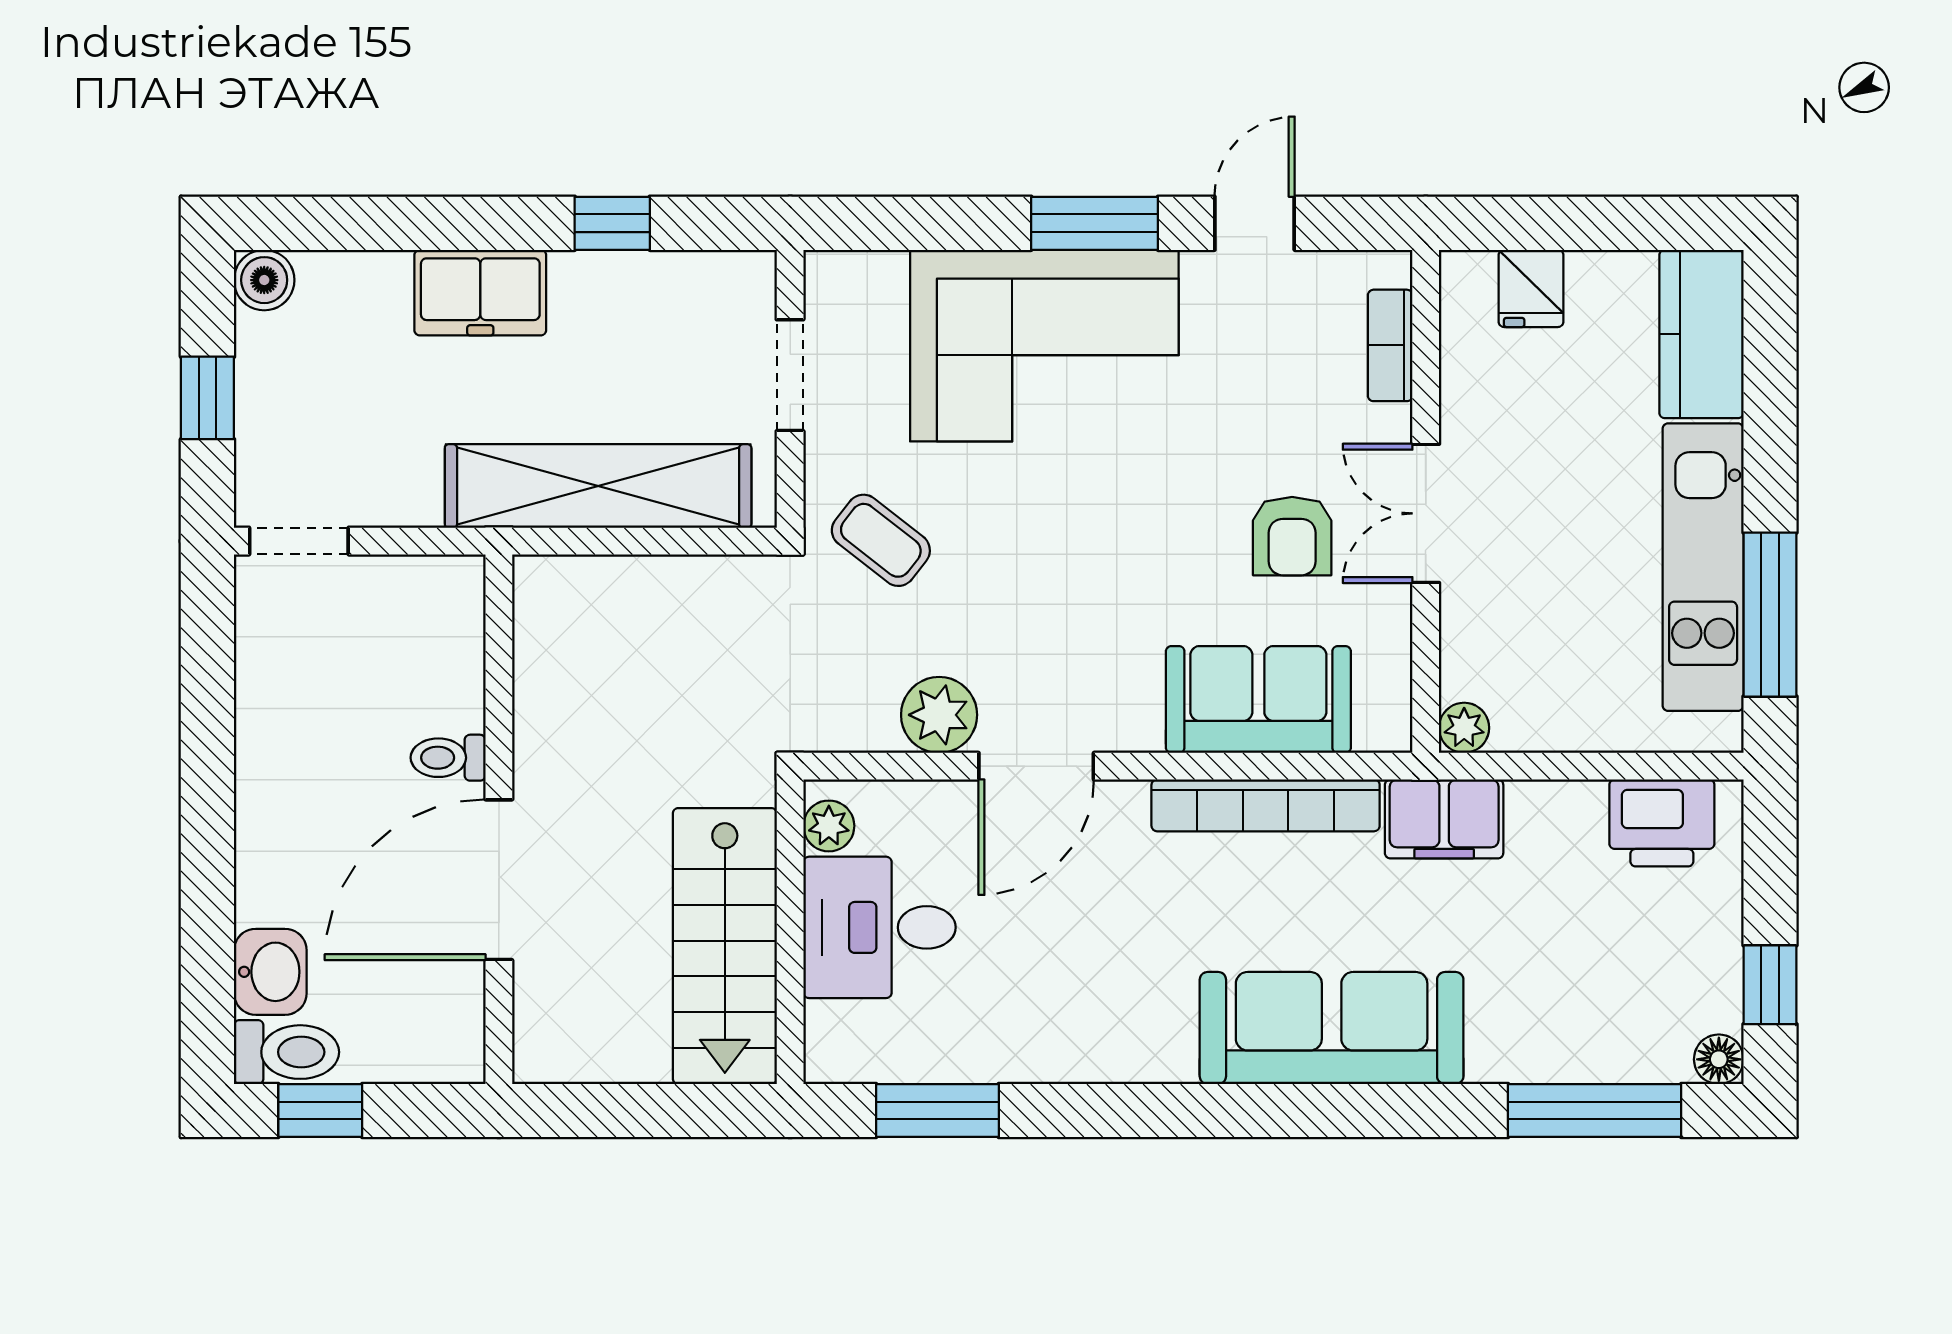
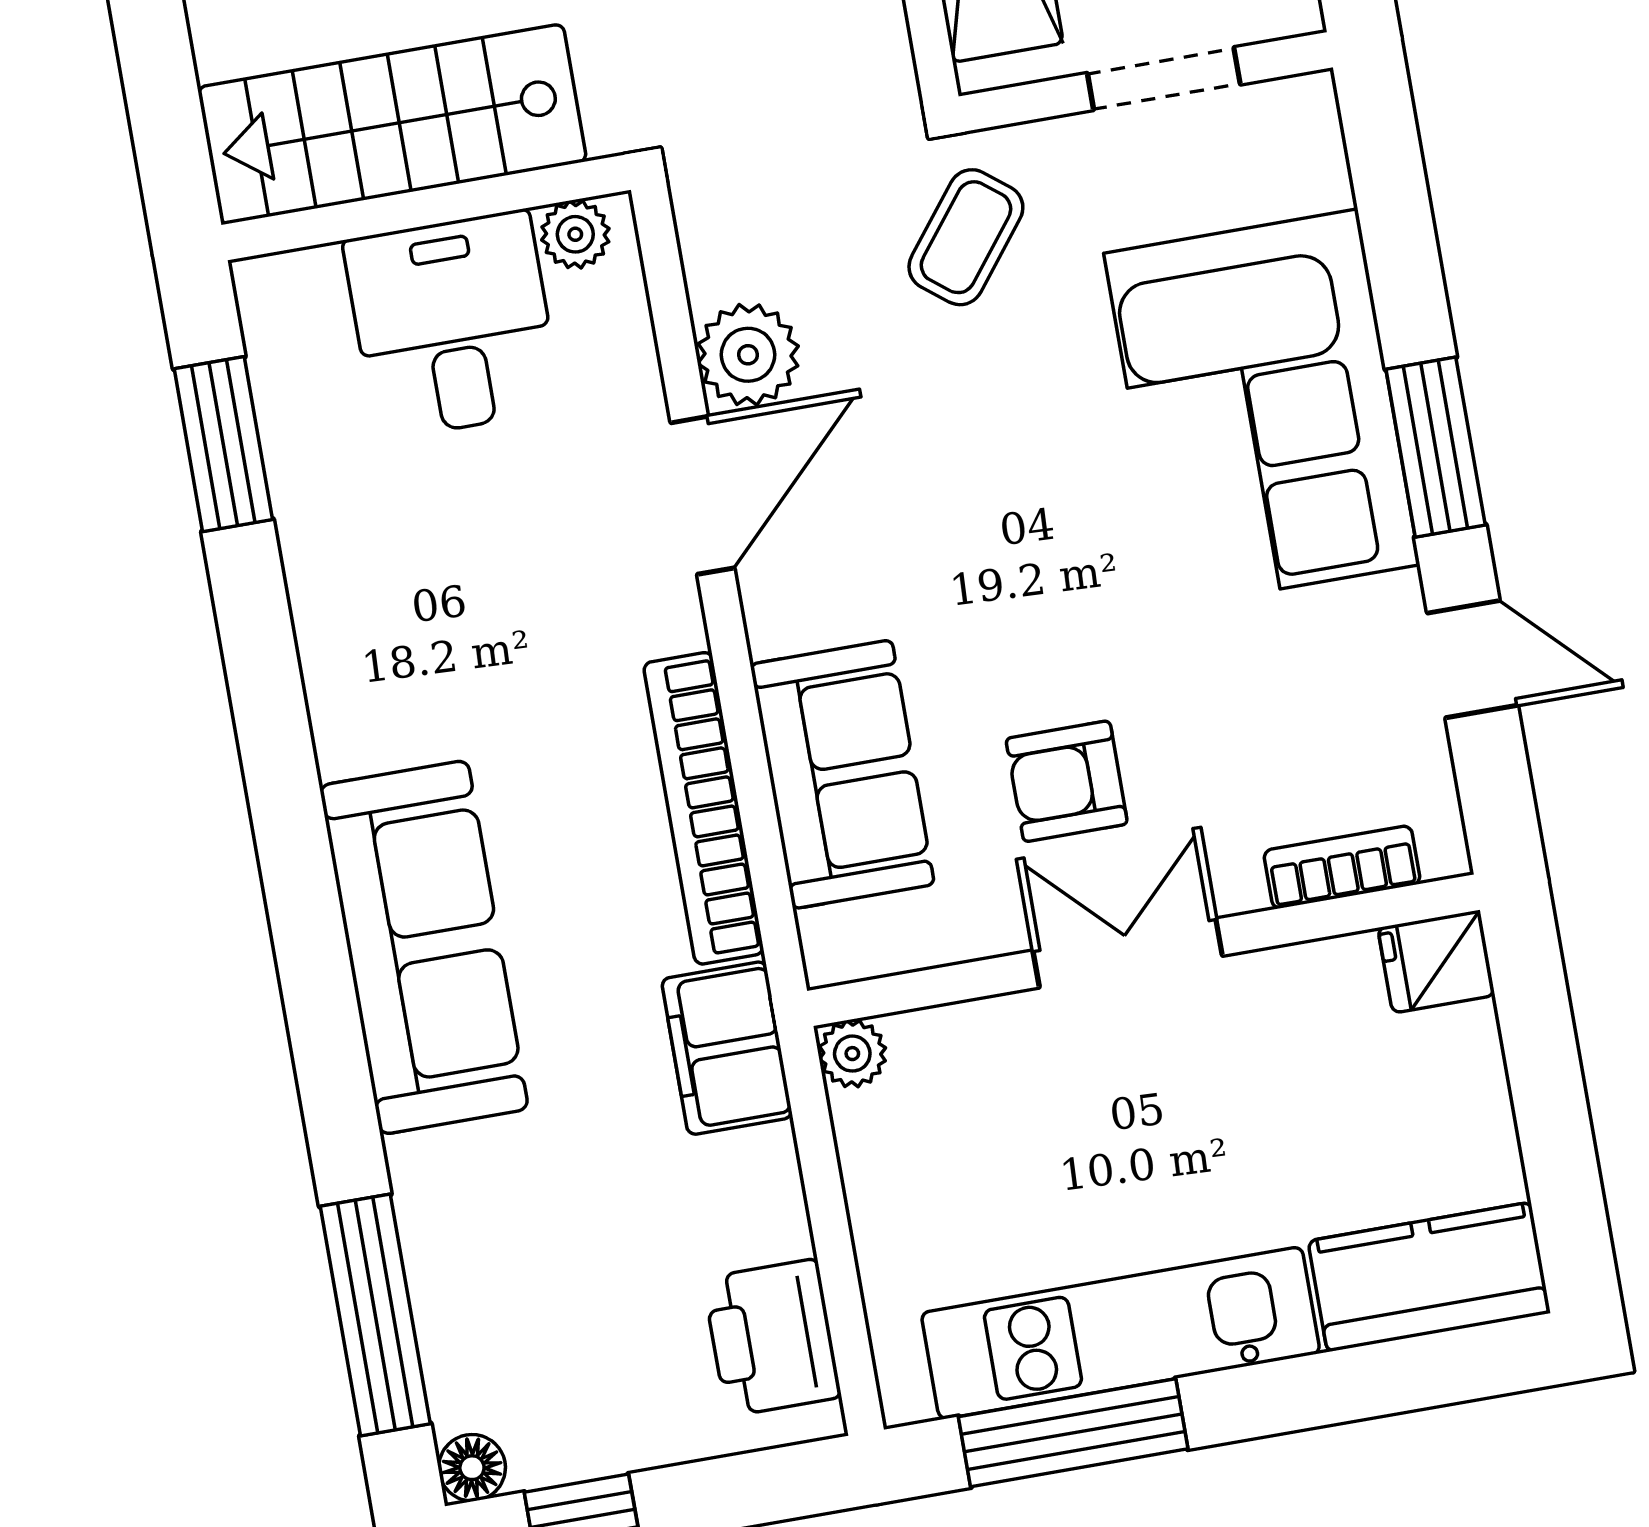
fridge: (1531, 288) -> (1436, 962), moved
door: (1036, 766) -> (702, 495), swing flipped

